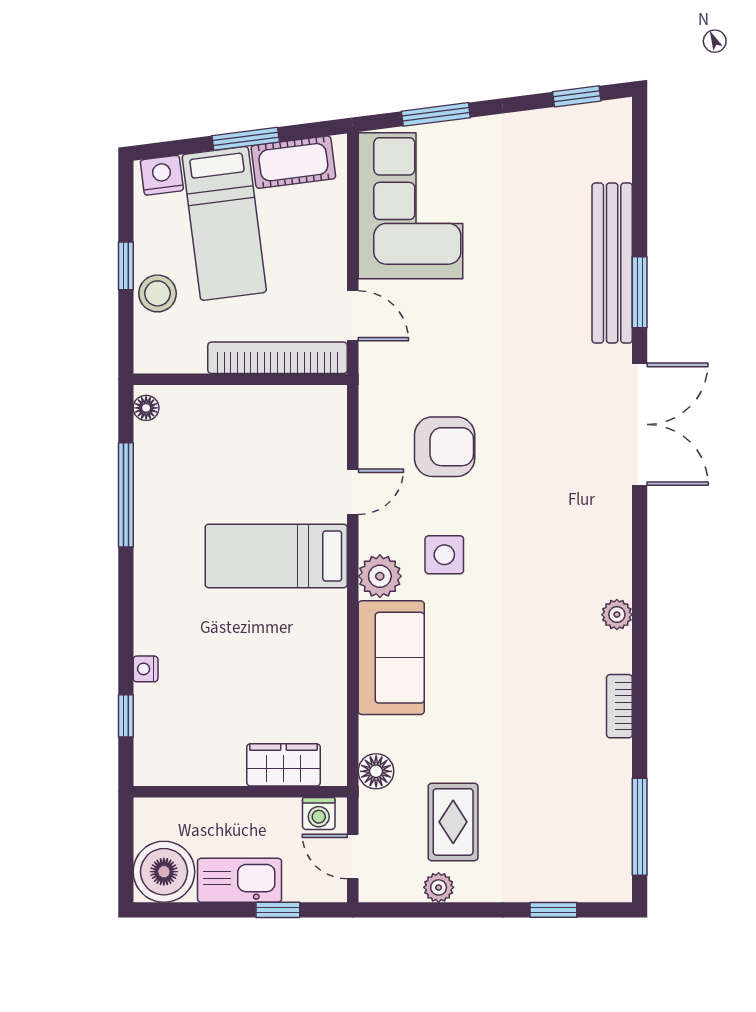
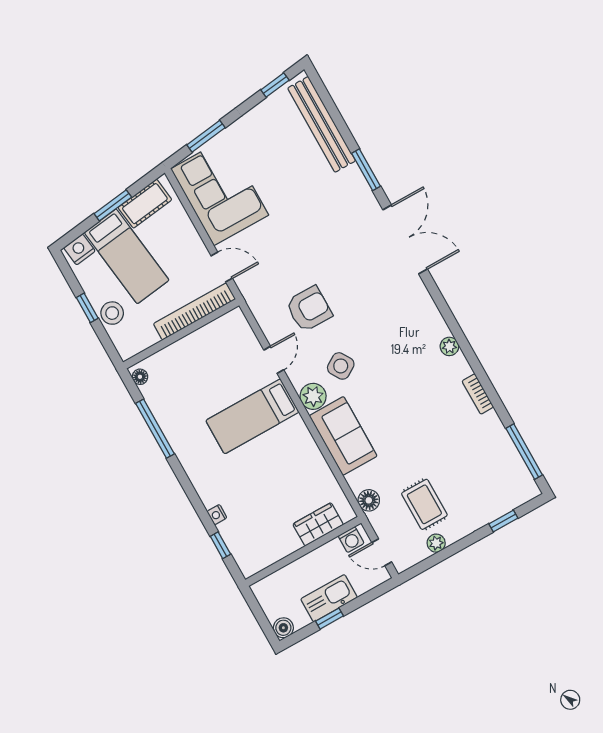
bench: (612, 263) -> (322, 124), moved
side table: (444, 555) -> (341, 366), turned -32
boiler: (164, 872) -> (283, 628), width x0.54, depth x0.54
window: (278, 910) -> (329, 619), moved

